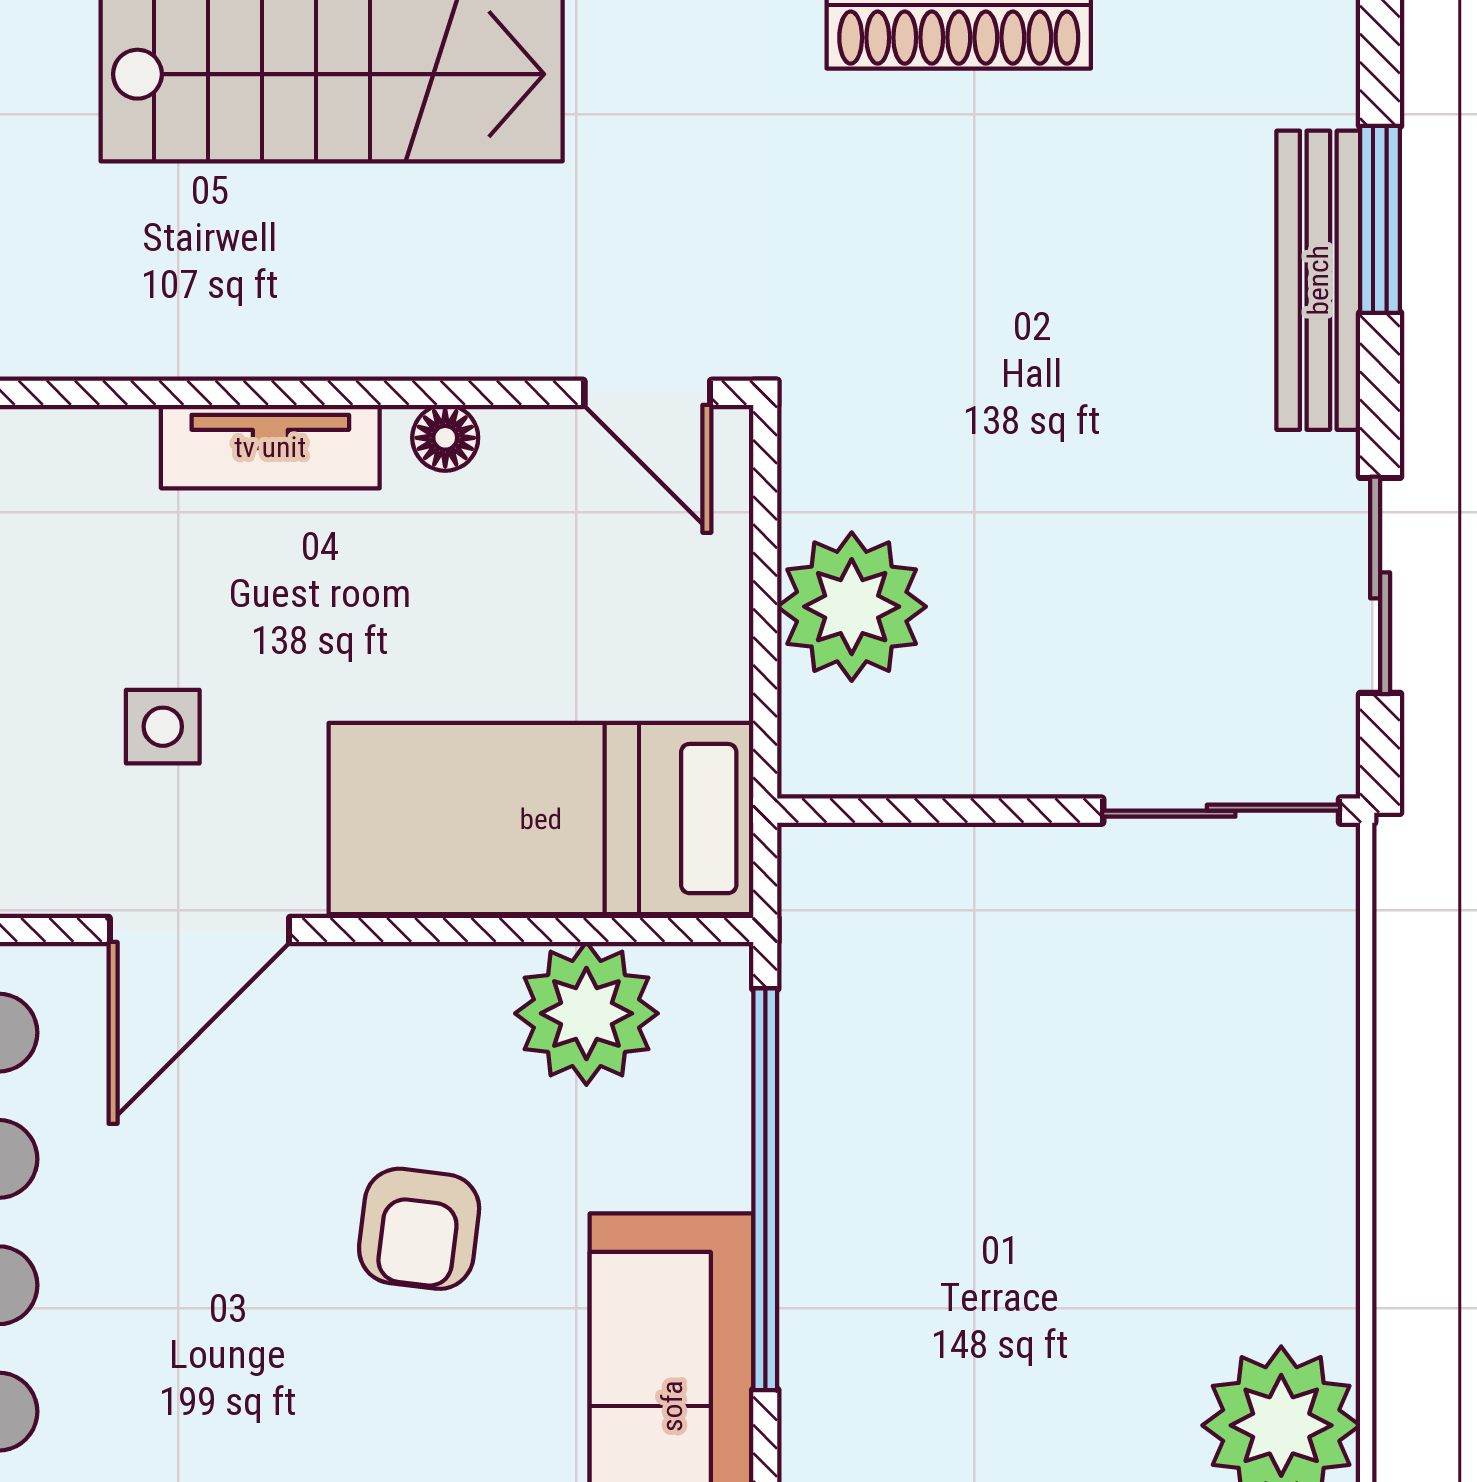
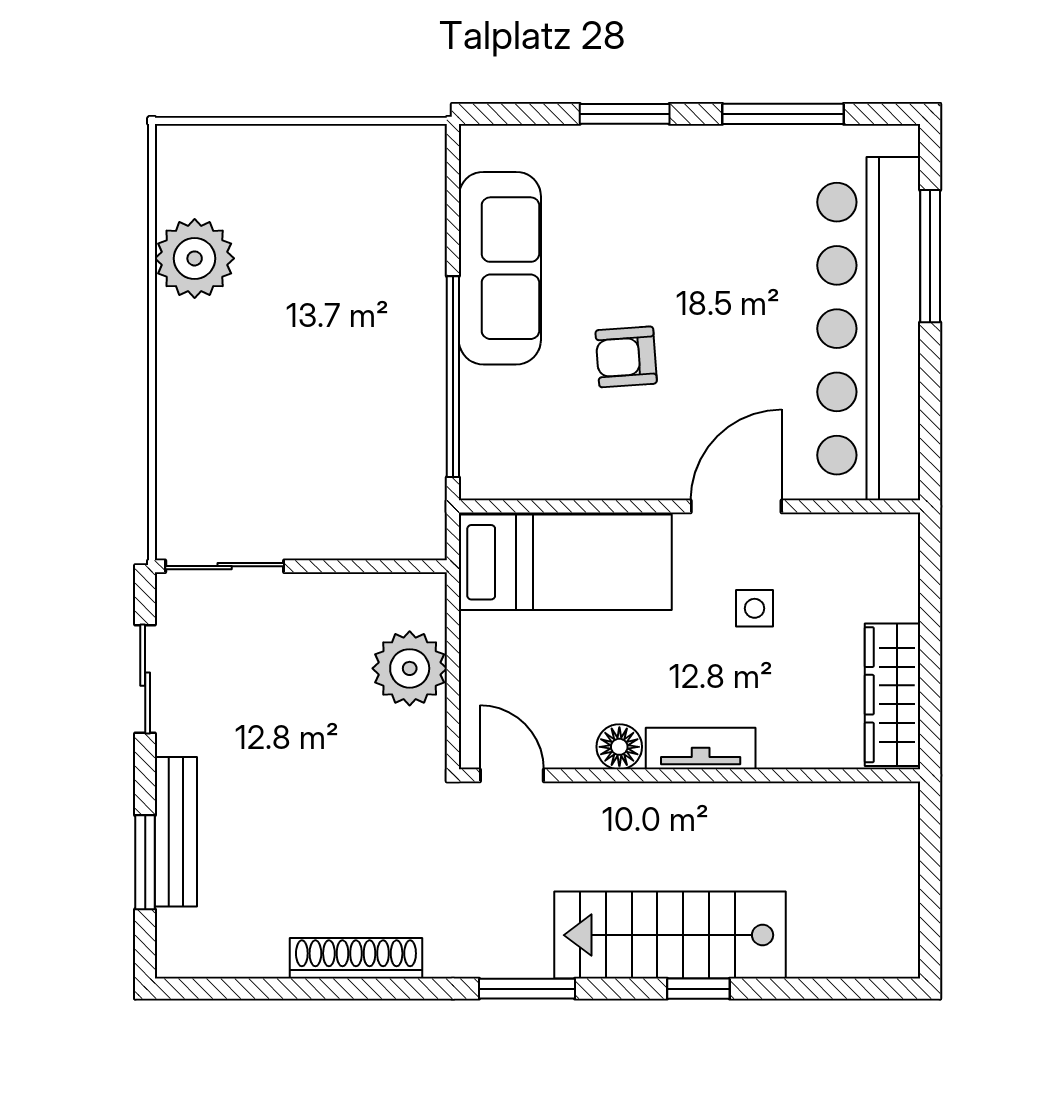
floor lamp: (445, 438) -> (619, 747), width x1.37, depth x1.37
plant: (586, 1013) -> (542, 465), removed
armchair: (419, 1229) -> (626, 357), turned -101

